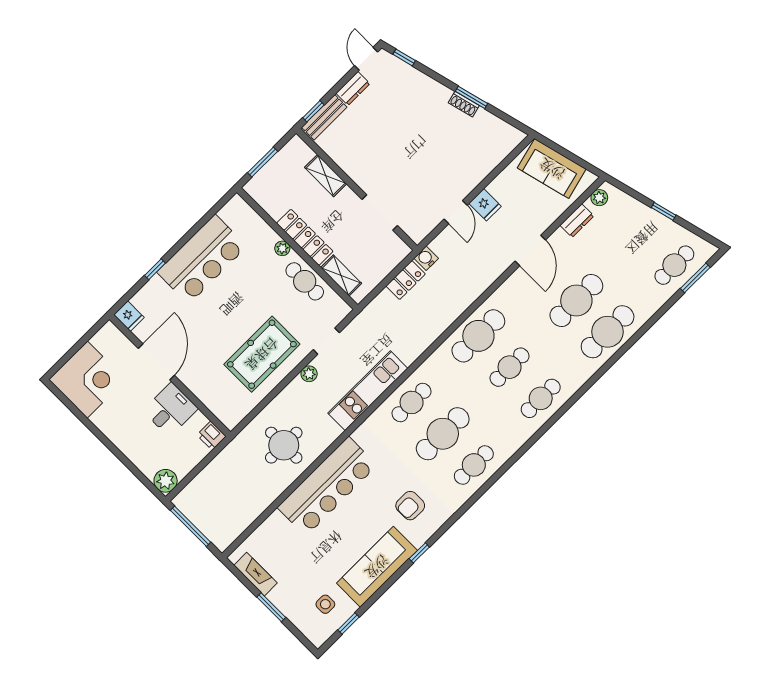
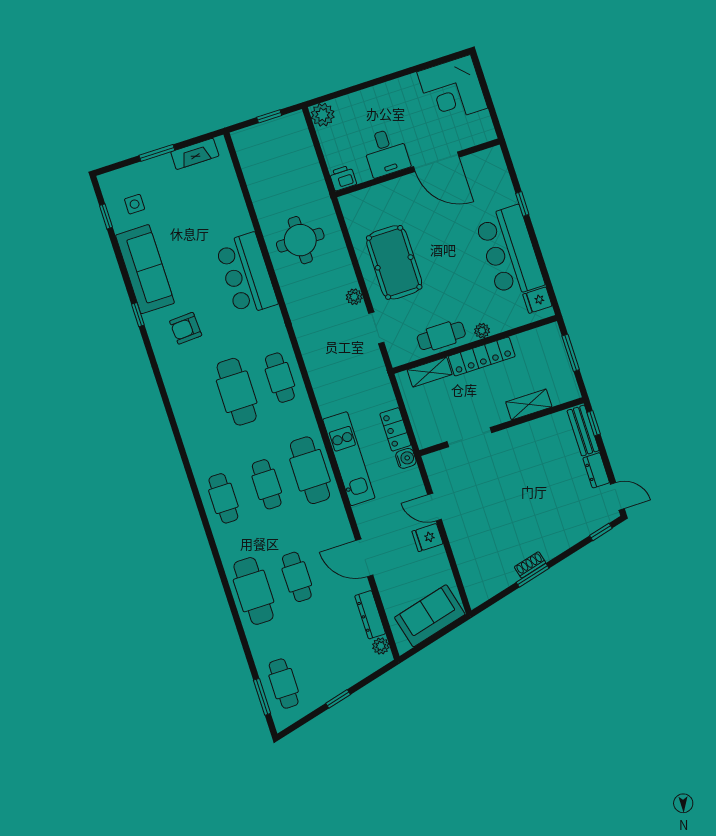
dresser: (577, 221) -> (370, 615), width x1.44
cafe table: (576, 301) -> (297, 577), width x0.73, depth x0.74
fridge: (129, 316) -> (537, 300), moved
kitchen unit: (368, 391) -> (349, 459), moved
cafe table: (474, 465) -> (193, 406), removed
bar counter: (327, 486) -> (246, 274), width x0.73
armchair: (410, 506) -> (186, 328), turned -93
window: (190, 526) -> (269, 116), width x0.46

